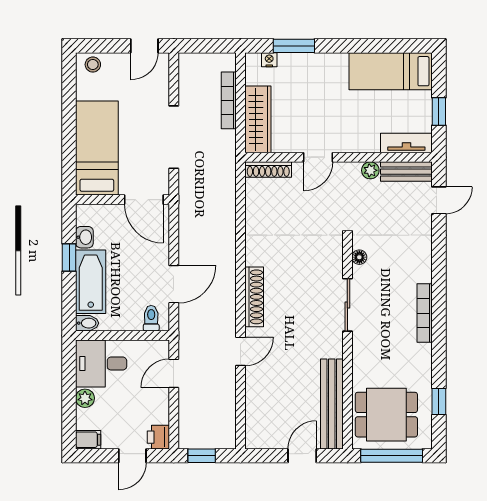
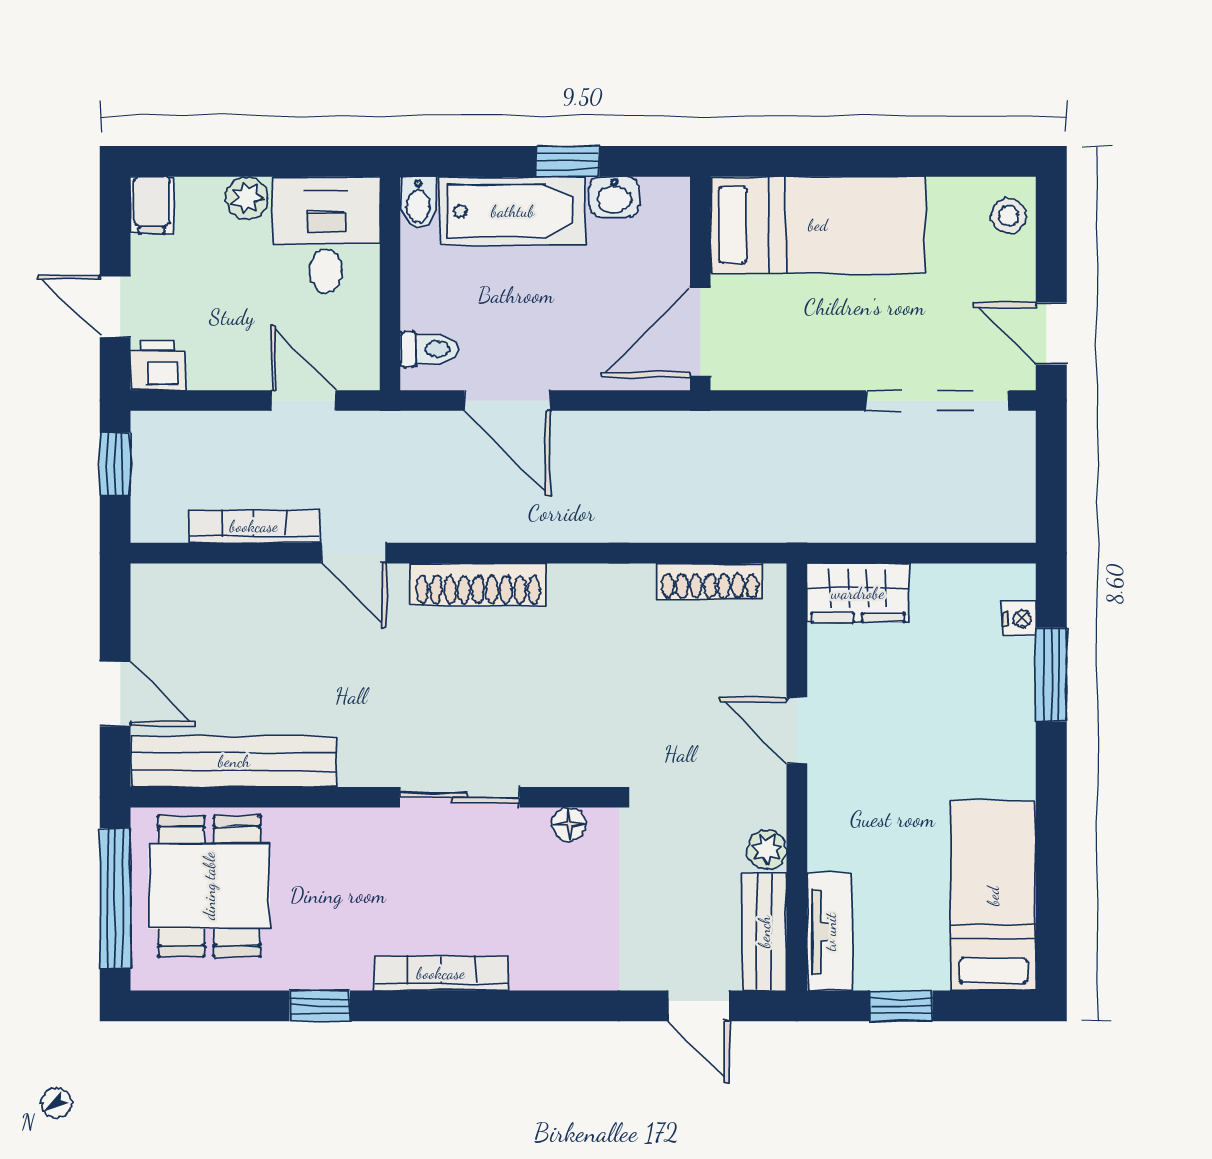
bookcase: (229, 100) -> (254, 526), moved
wardrobe: (258, 119) -> (858, 593), width x0.67
doorway: (174, 137) -> (937, 401), moved
shoe rack: (268, 170) -> (710, 581), moved, turned -90
window: (439, 401) -> (320, 1006), moved

